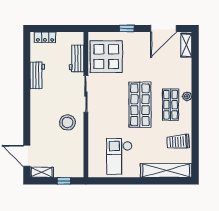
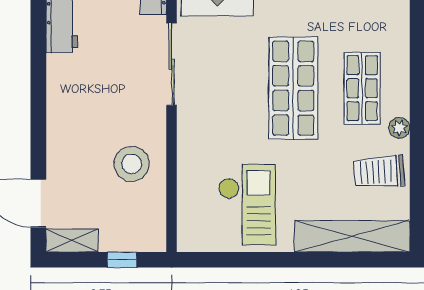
plant: (187, 96) -> (399, 128), moved
stool: (67, 122) -> (132, 164), moved
checkout: (119, 156) -> (247, 205), turned 180

